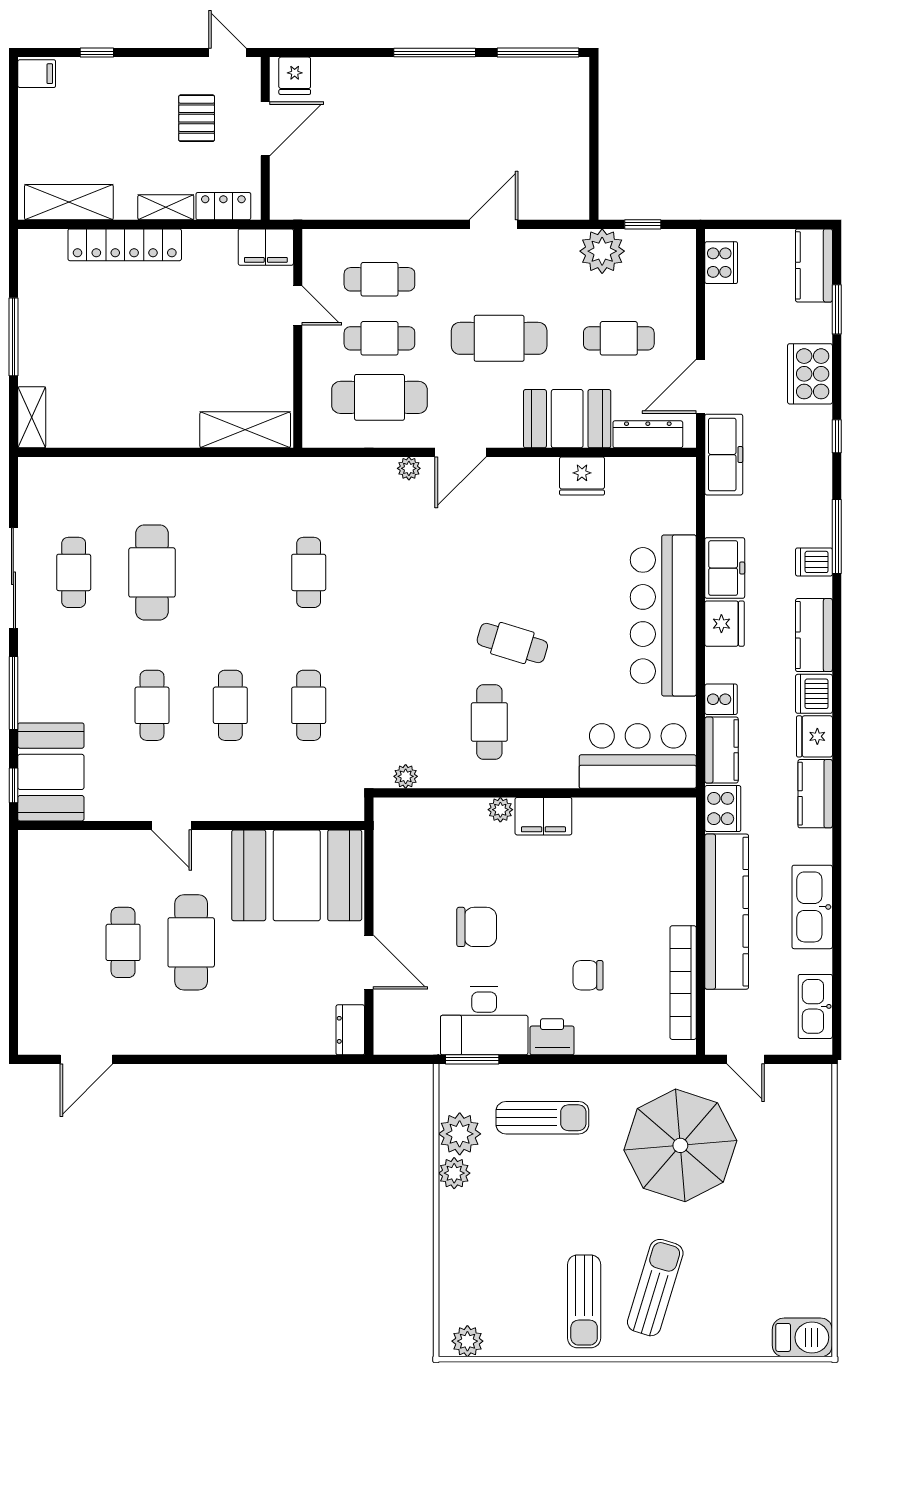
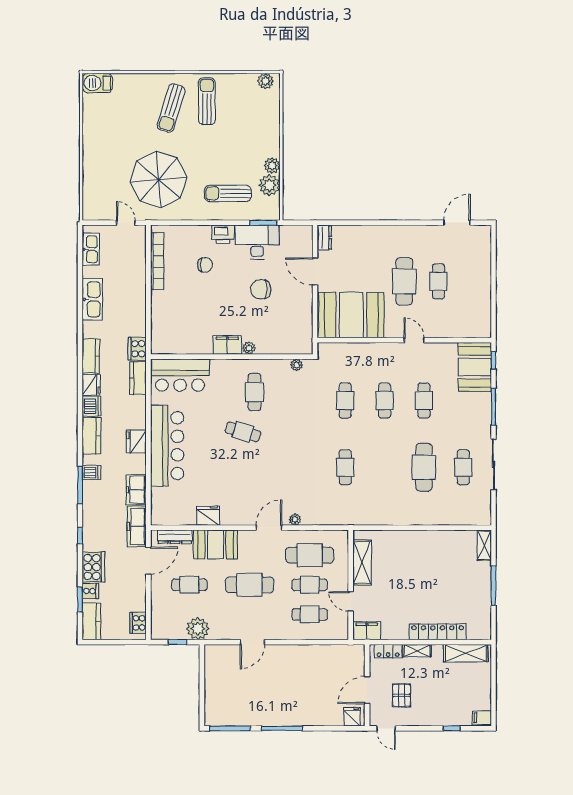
shelving: (245, 430) -> (362, 563), moved, turned 90
freezer: (725, 568) -> (136, 490), moved
cooker: (721, 699) -> (90, 591), moved, turned 180
kitchen counter: (727, 912) -> (135, 297), removed

